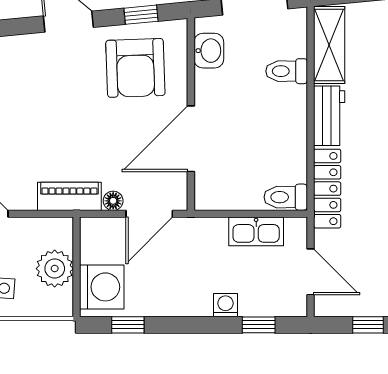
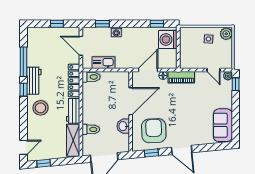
washbasin: (209, 51) -> (123, 126), moved
plant: (55, 269) -> (187, 47), removed

